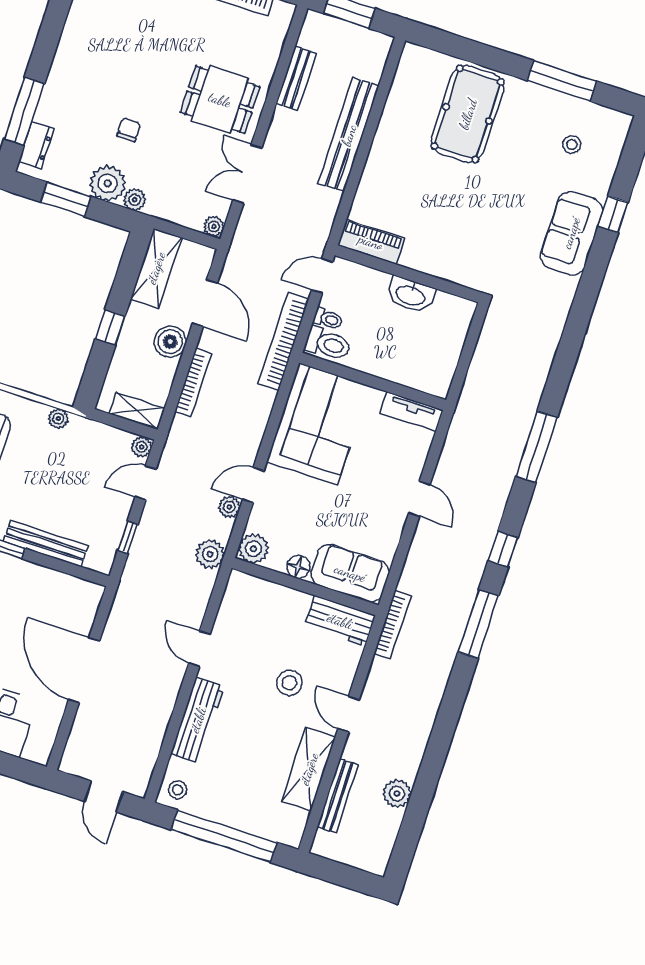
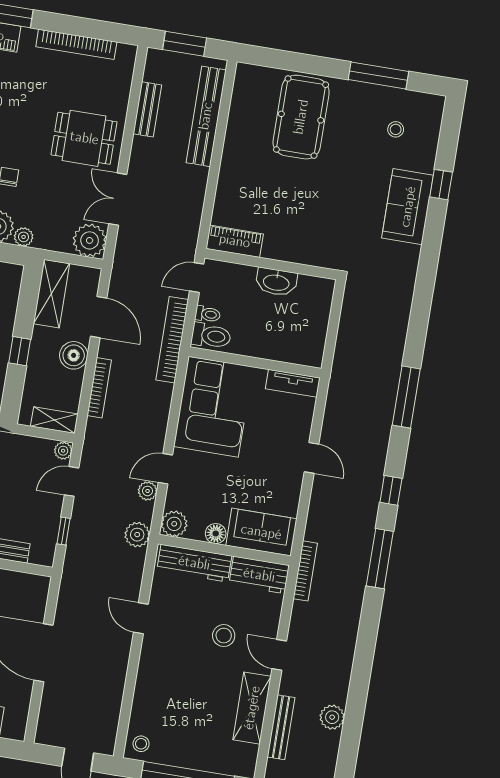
bench: (349, 135) -> (206, 116), moved
plant: (214, 227) -> (90, 240), width x1.88, depth x1.88
workbench: (198, 720) -> (194, 563), moved, turned 90

